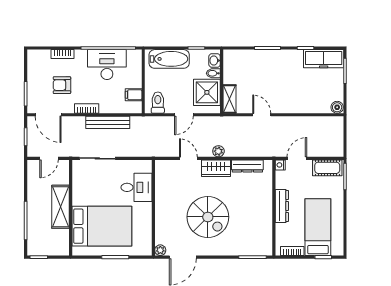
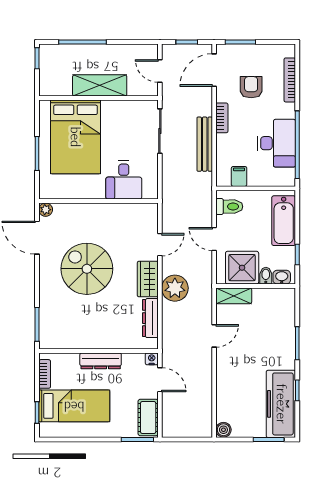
bookcase: (63, 54) -> (290, 80), width x1.56
freezer: (324, 59) -> (281, 404), width x1.36, depth x1.26
plant: (218, 151) -> (175, 288), width x1.88, depth x1.88
spiral stairs: (208, 217) -> (87, 269), turned 90

